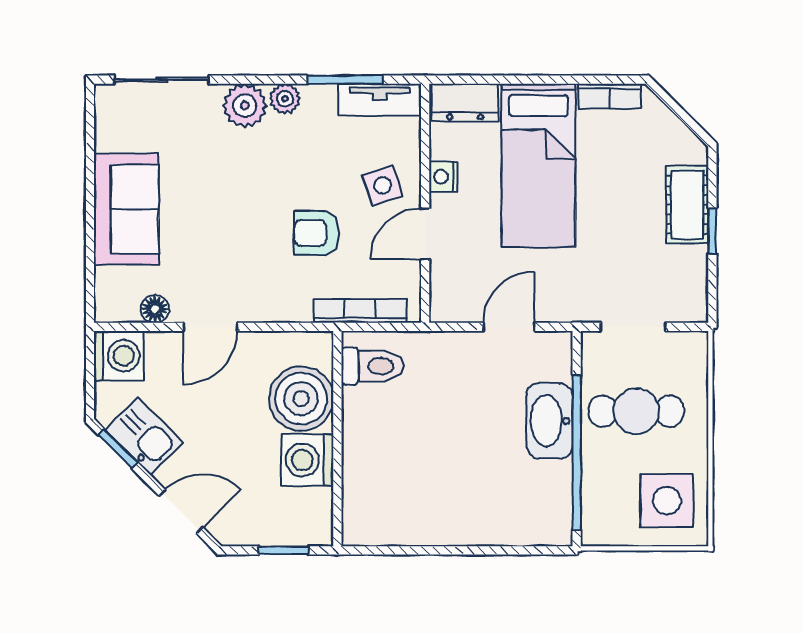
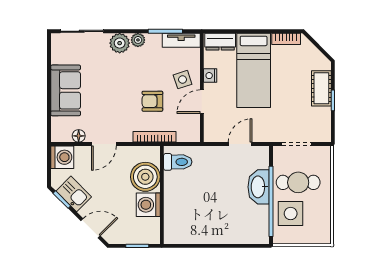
bookcase: (360, 311) -> (154, 137), moved
side table: (667, 501) -> (291, 214), moved

